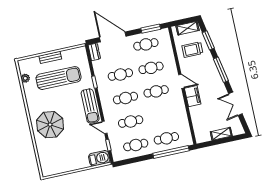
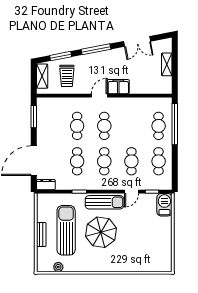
cafe table: (146, 44) -> (50, 126), removed
parasol: (50, 125) -> (101, 232), moved

